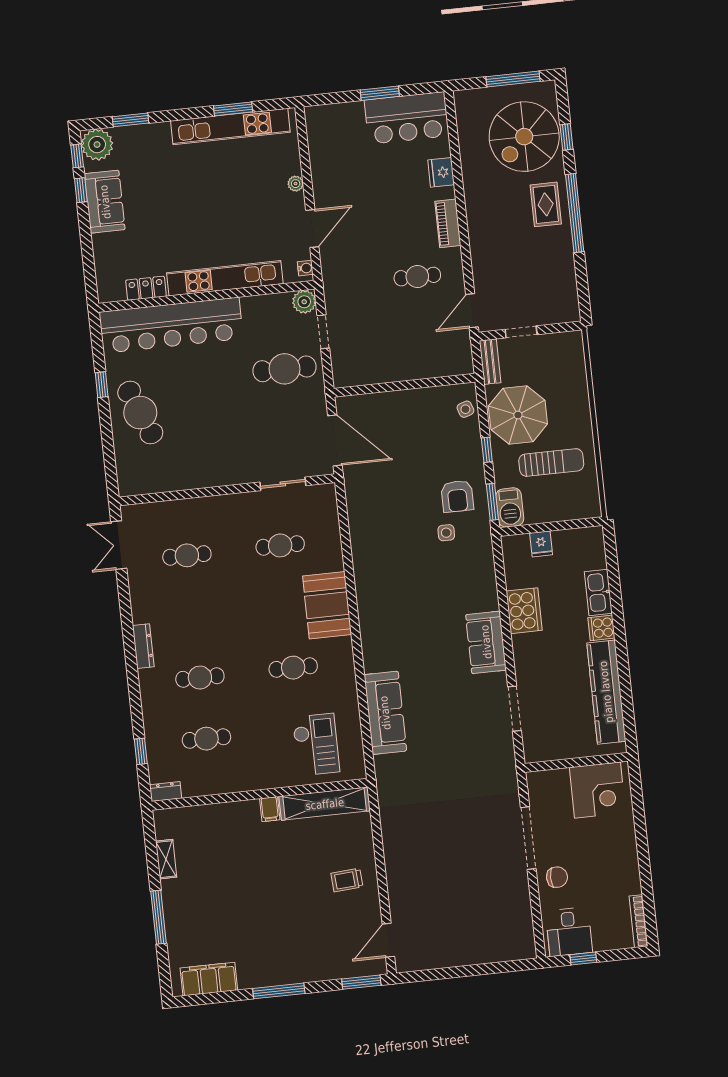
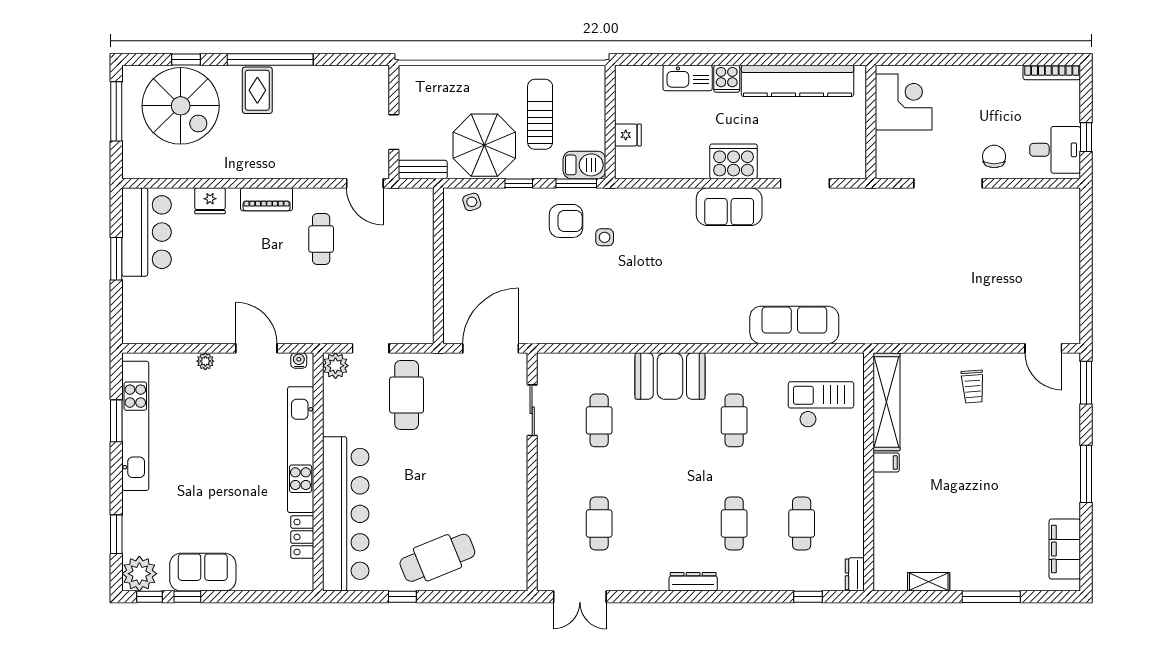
rug: (546, 204) -> (257, 90), turned 90
cooker: (524, 611) -> (734, 161), moved

